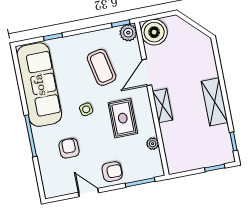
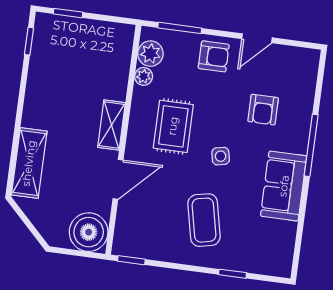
plant: (128, 33) -> (150, 54), moved
coffee table: (102, 67) -> (204, 220), moved
sofa: (39, 85) -> (284, 186), width x0.54, depth x0.79
shelving: (215, 102) -> (29, 163), moved
armchair: (112, 172) -> (214, 56), turned 180
door: (88, 193) -> (257, 38), hinge flipped

